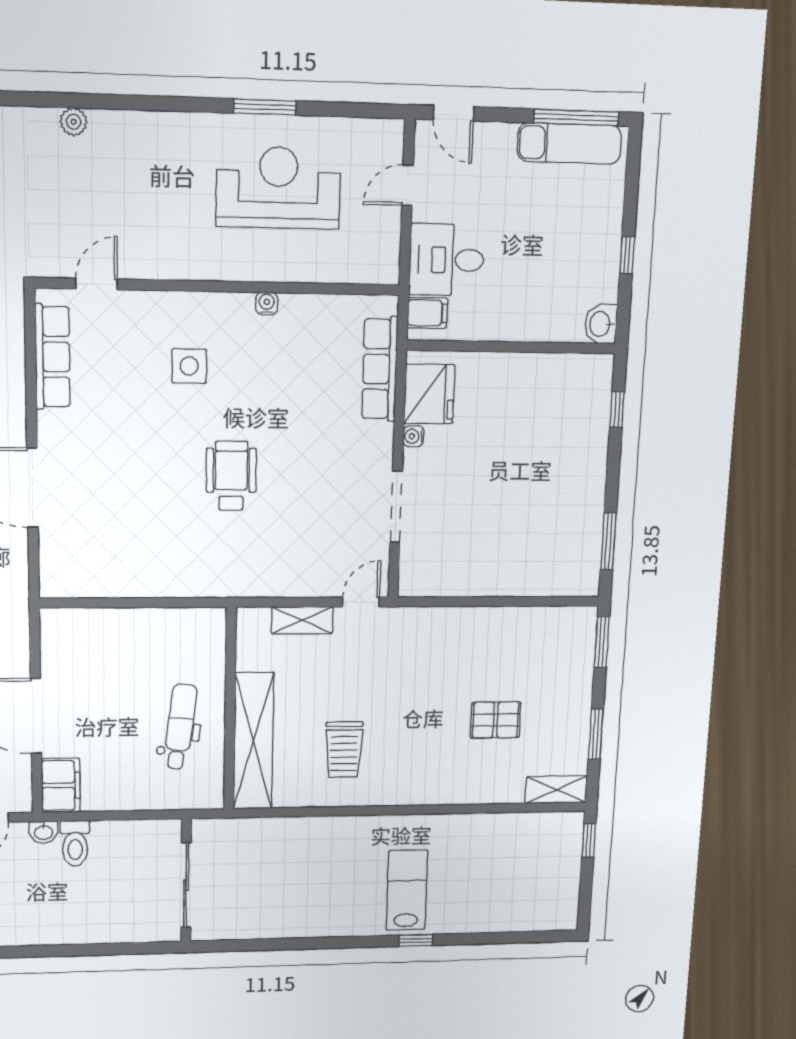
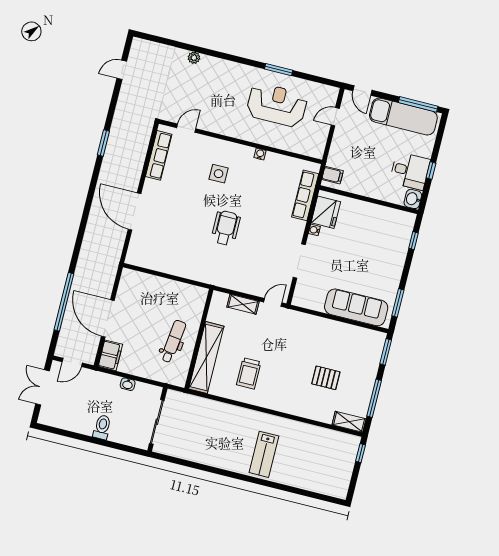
exam couch: (569, 143) -> (403, 117), width x1.36, depth x1.45
desk: (447, 260) -> (410, 171), moved, turned 180
sofa: (528, 571) -> (356, 307), added
window: (596, 734) -> (374, 398), width x1.44
washbasin: (43, 832) -> (128, 384), moved
toilet: (75, 843) -> (102, 427), moved, turned 180
lab bench: (407, 890) -> (264, 454), turned 180
window: (416, 940) -> (263, 482), removed

